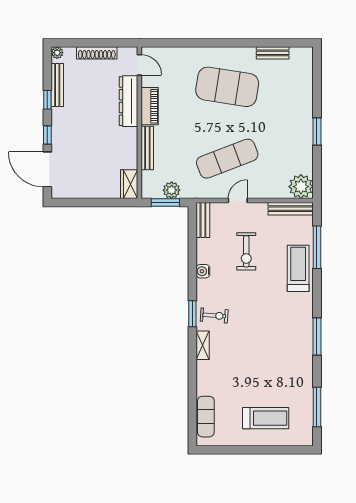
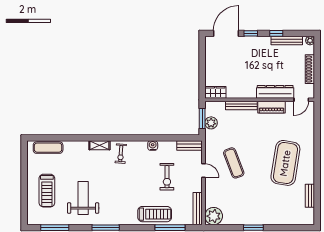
exercise mat: (227, 159) -> (234, 163), width x0.73, depth x0.69
exercise bike: (246, 251) -> (167, 177), turned -90
window: (192, 314) -> (122, 138), removed
weight bench: (276, 368) -> (83, 198), added

